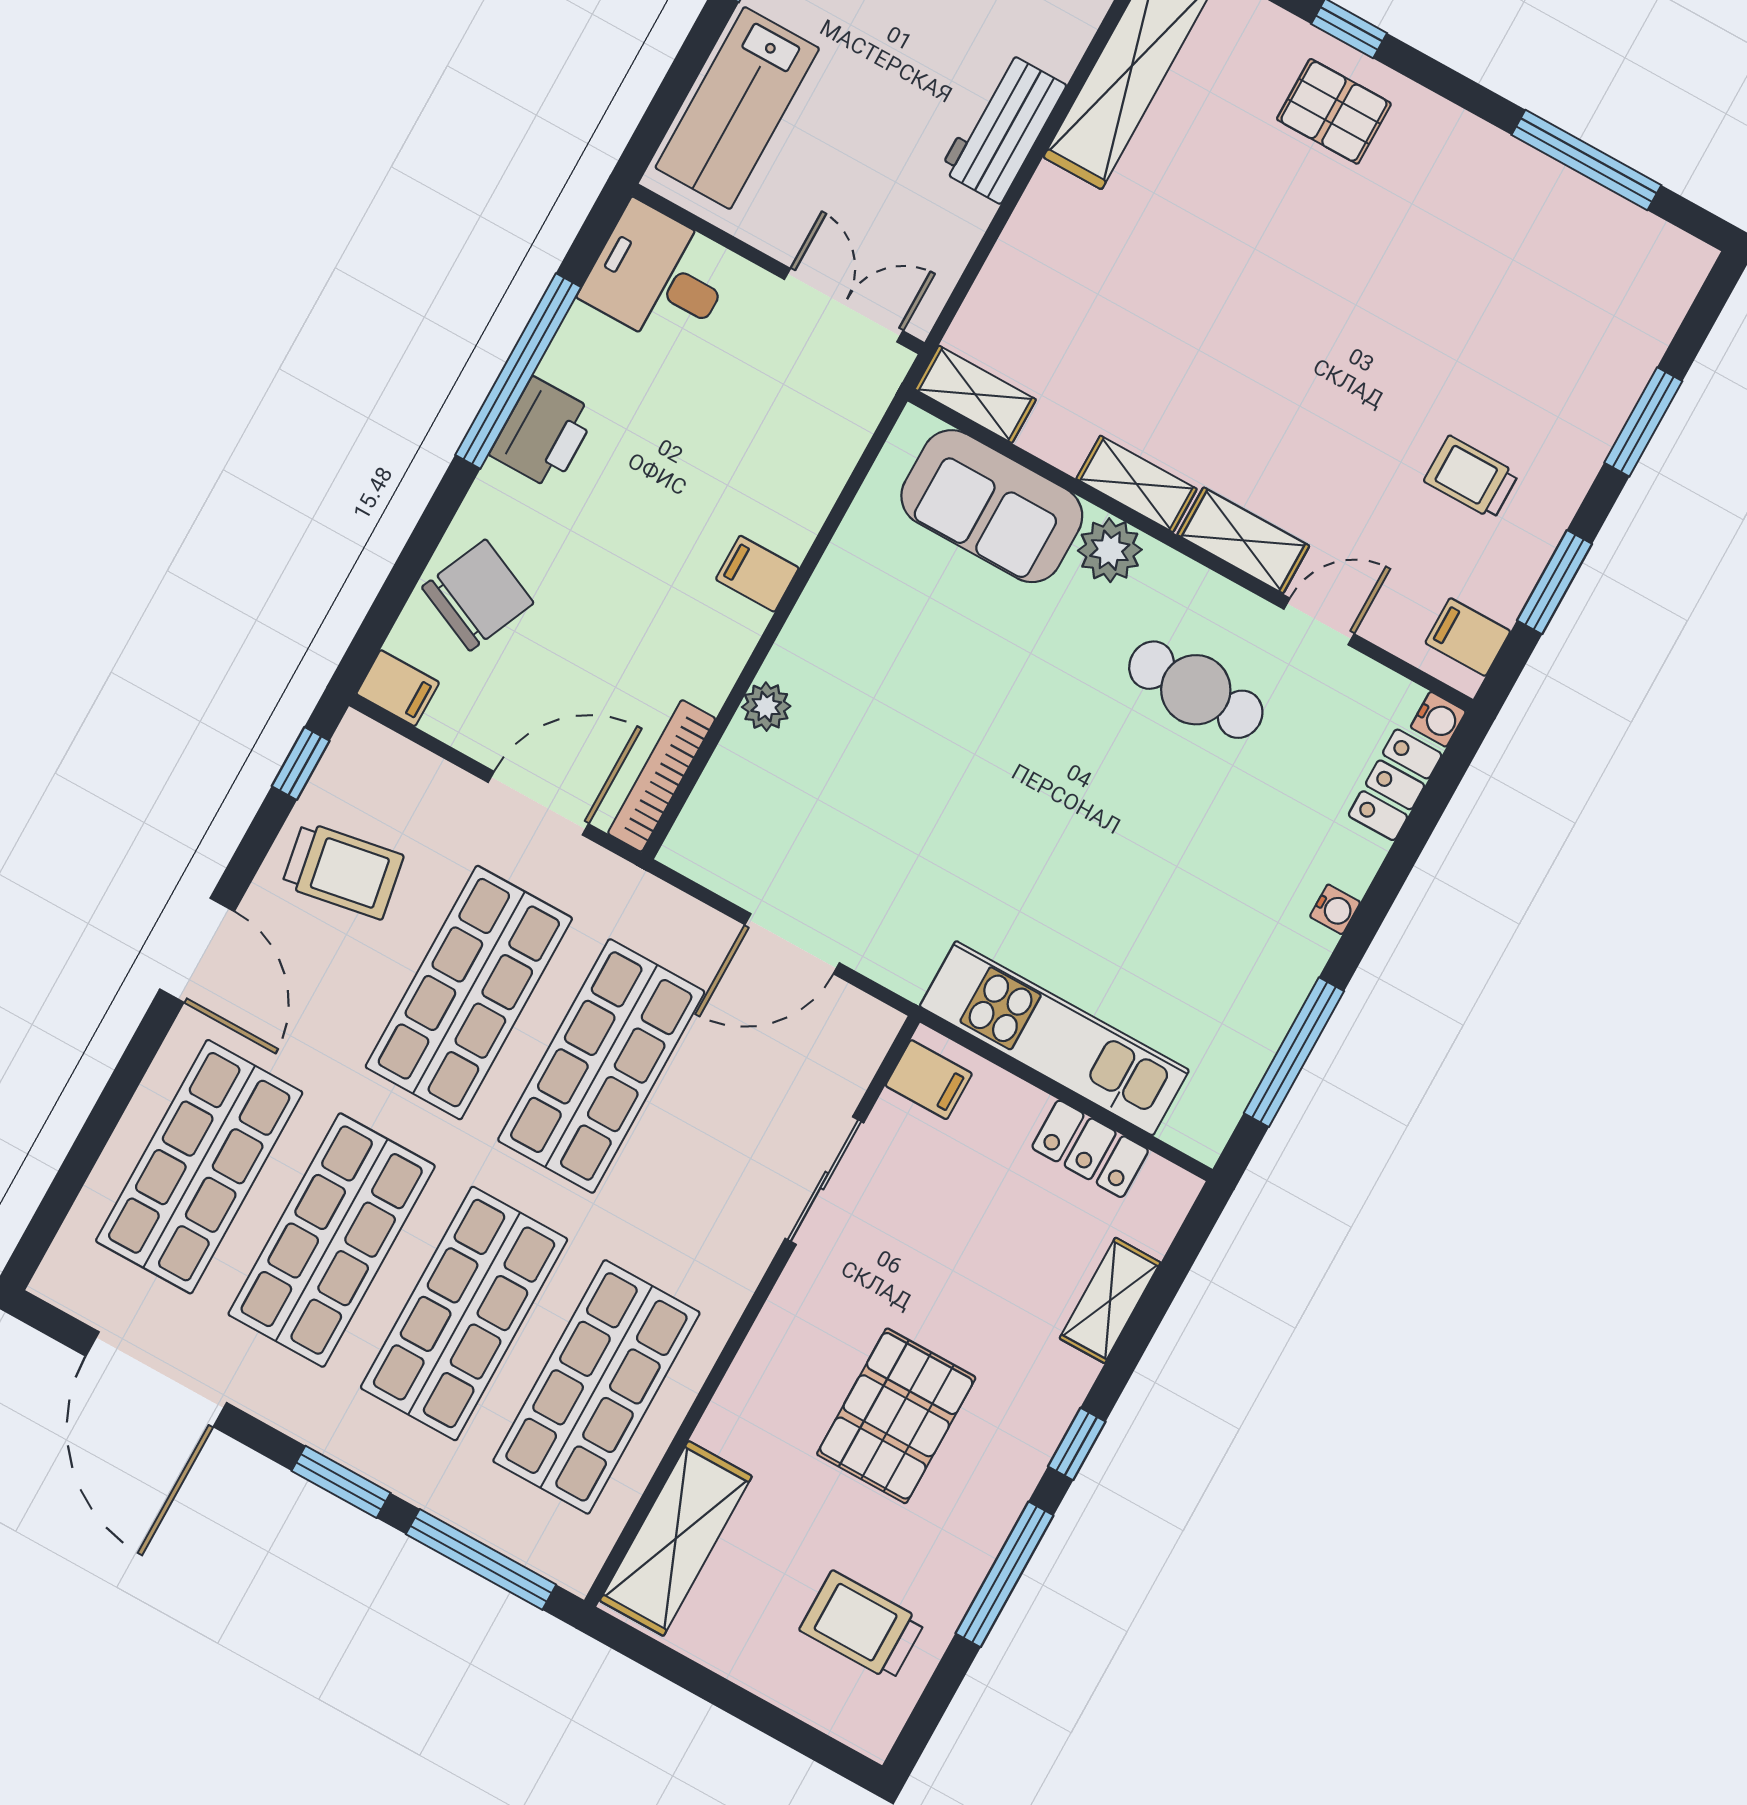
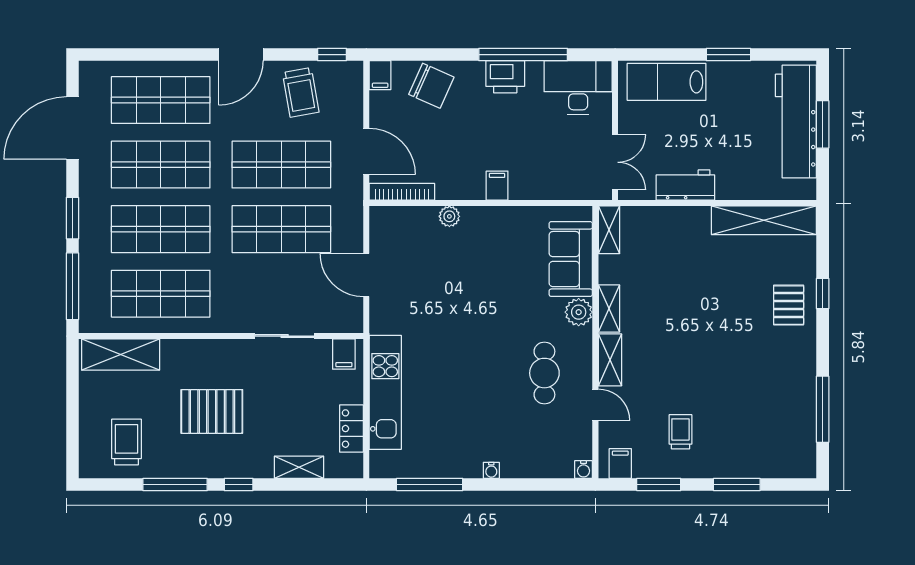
workbench: (1003, 128) -> (685, 185), moved
desk: (658, 277) -> (578, 87), width x1.37
locker: (1395, 785) -> (550, 467), removed

